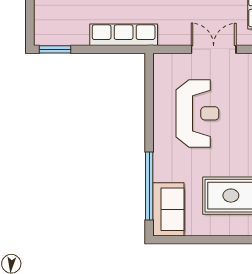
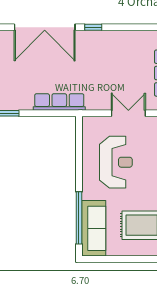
sofa: (168, 209) -> (94, 228), width x1.36

